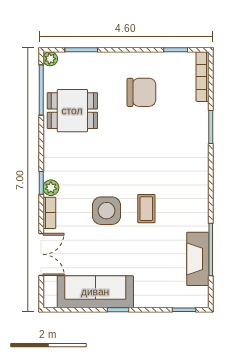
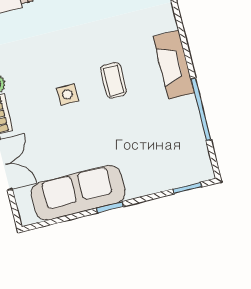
side table: (106, 211) -> (68, 95), width x0.54, depth x0.54
fireplace: (198, 259) -> (174, 65), moved

